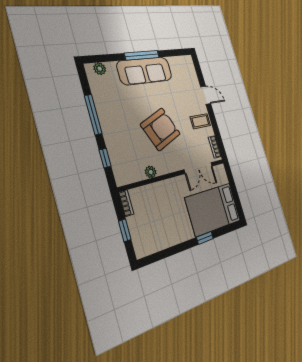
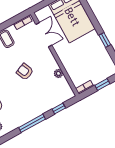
armchair: (161, 129) -> (25, 72), width x0.53, depth x0.53
window: (205, 238) -> (105, 40), moved

